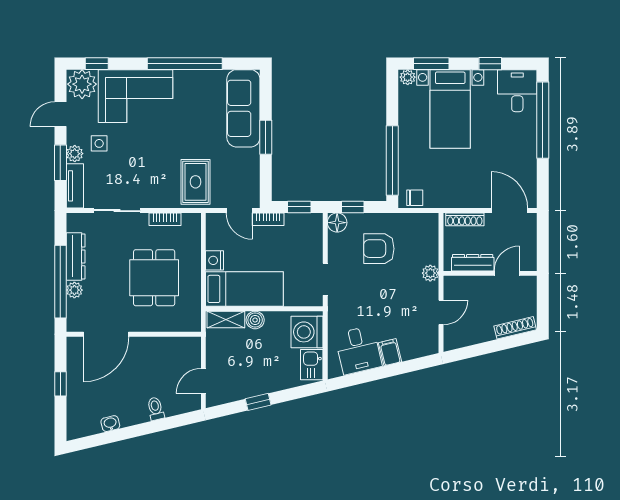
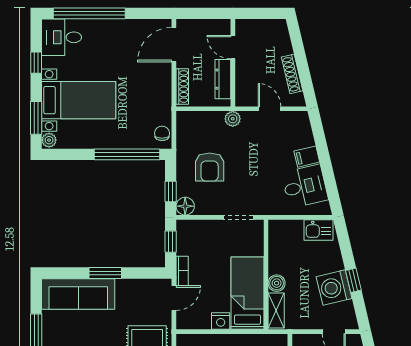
shoe rack: (515, 328) -> (292, 74), moved
washing machine: (307, 332) -> (334, 288), moved, turned 77

